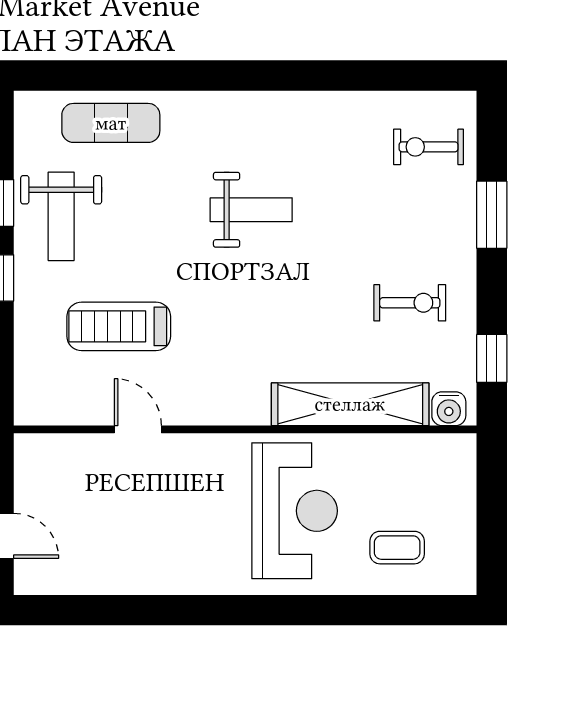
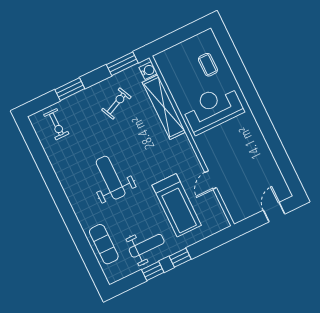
weight bench: (251, 210) -> (111, 178), width x1.36, depth x1.33
exercise bike: (410, 303) -> (116, 103), turned 65
treadmill: (119, 326) -> (177, 205), width x1.37, depth x1.38
window: (492, 358) -> (122, 64), width x1.50

